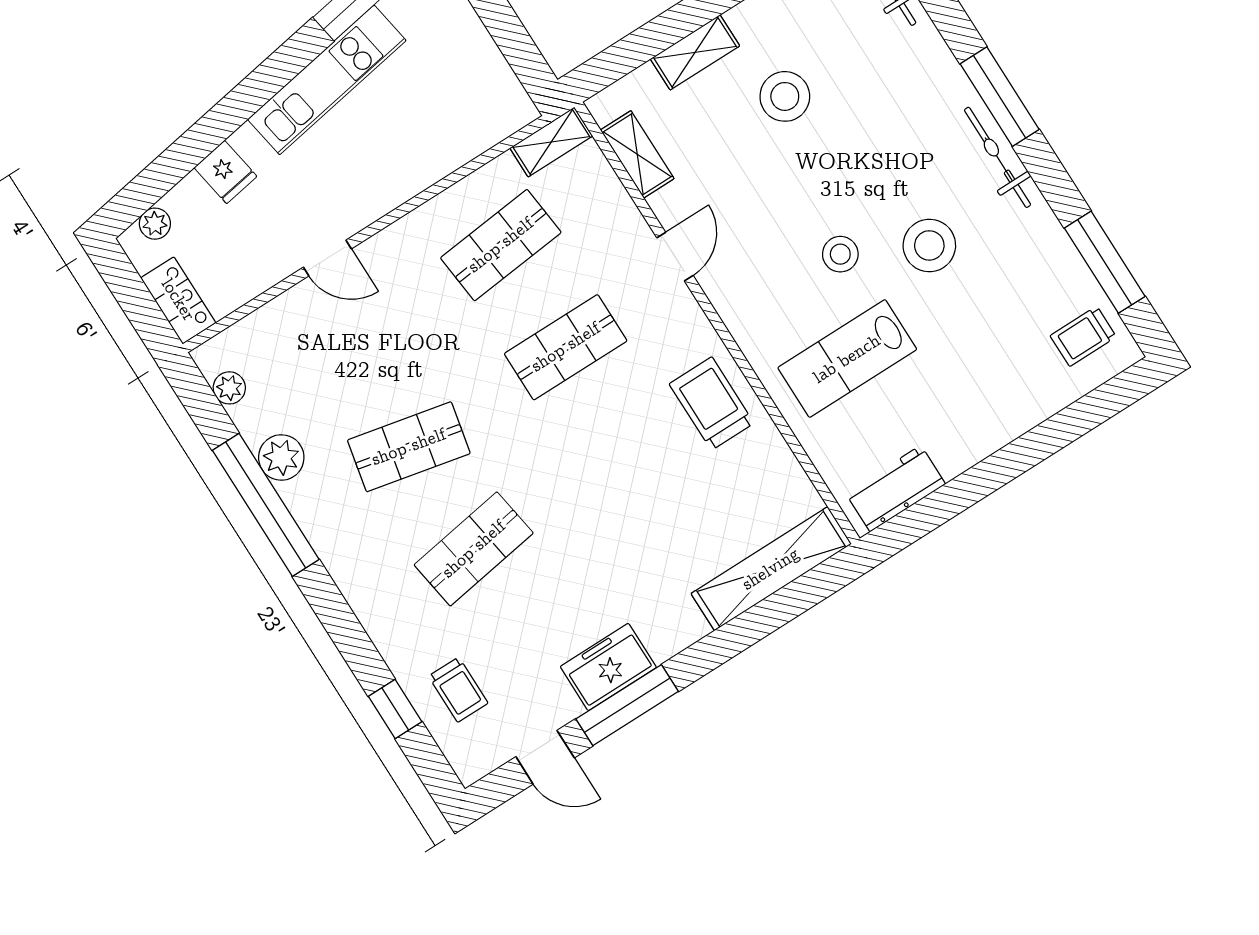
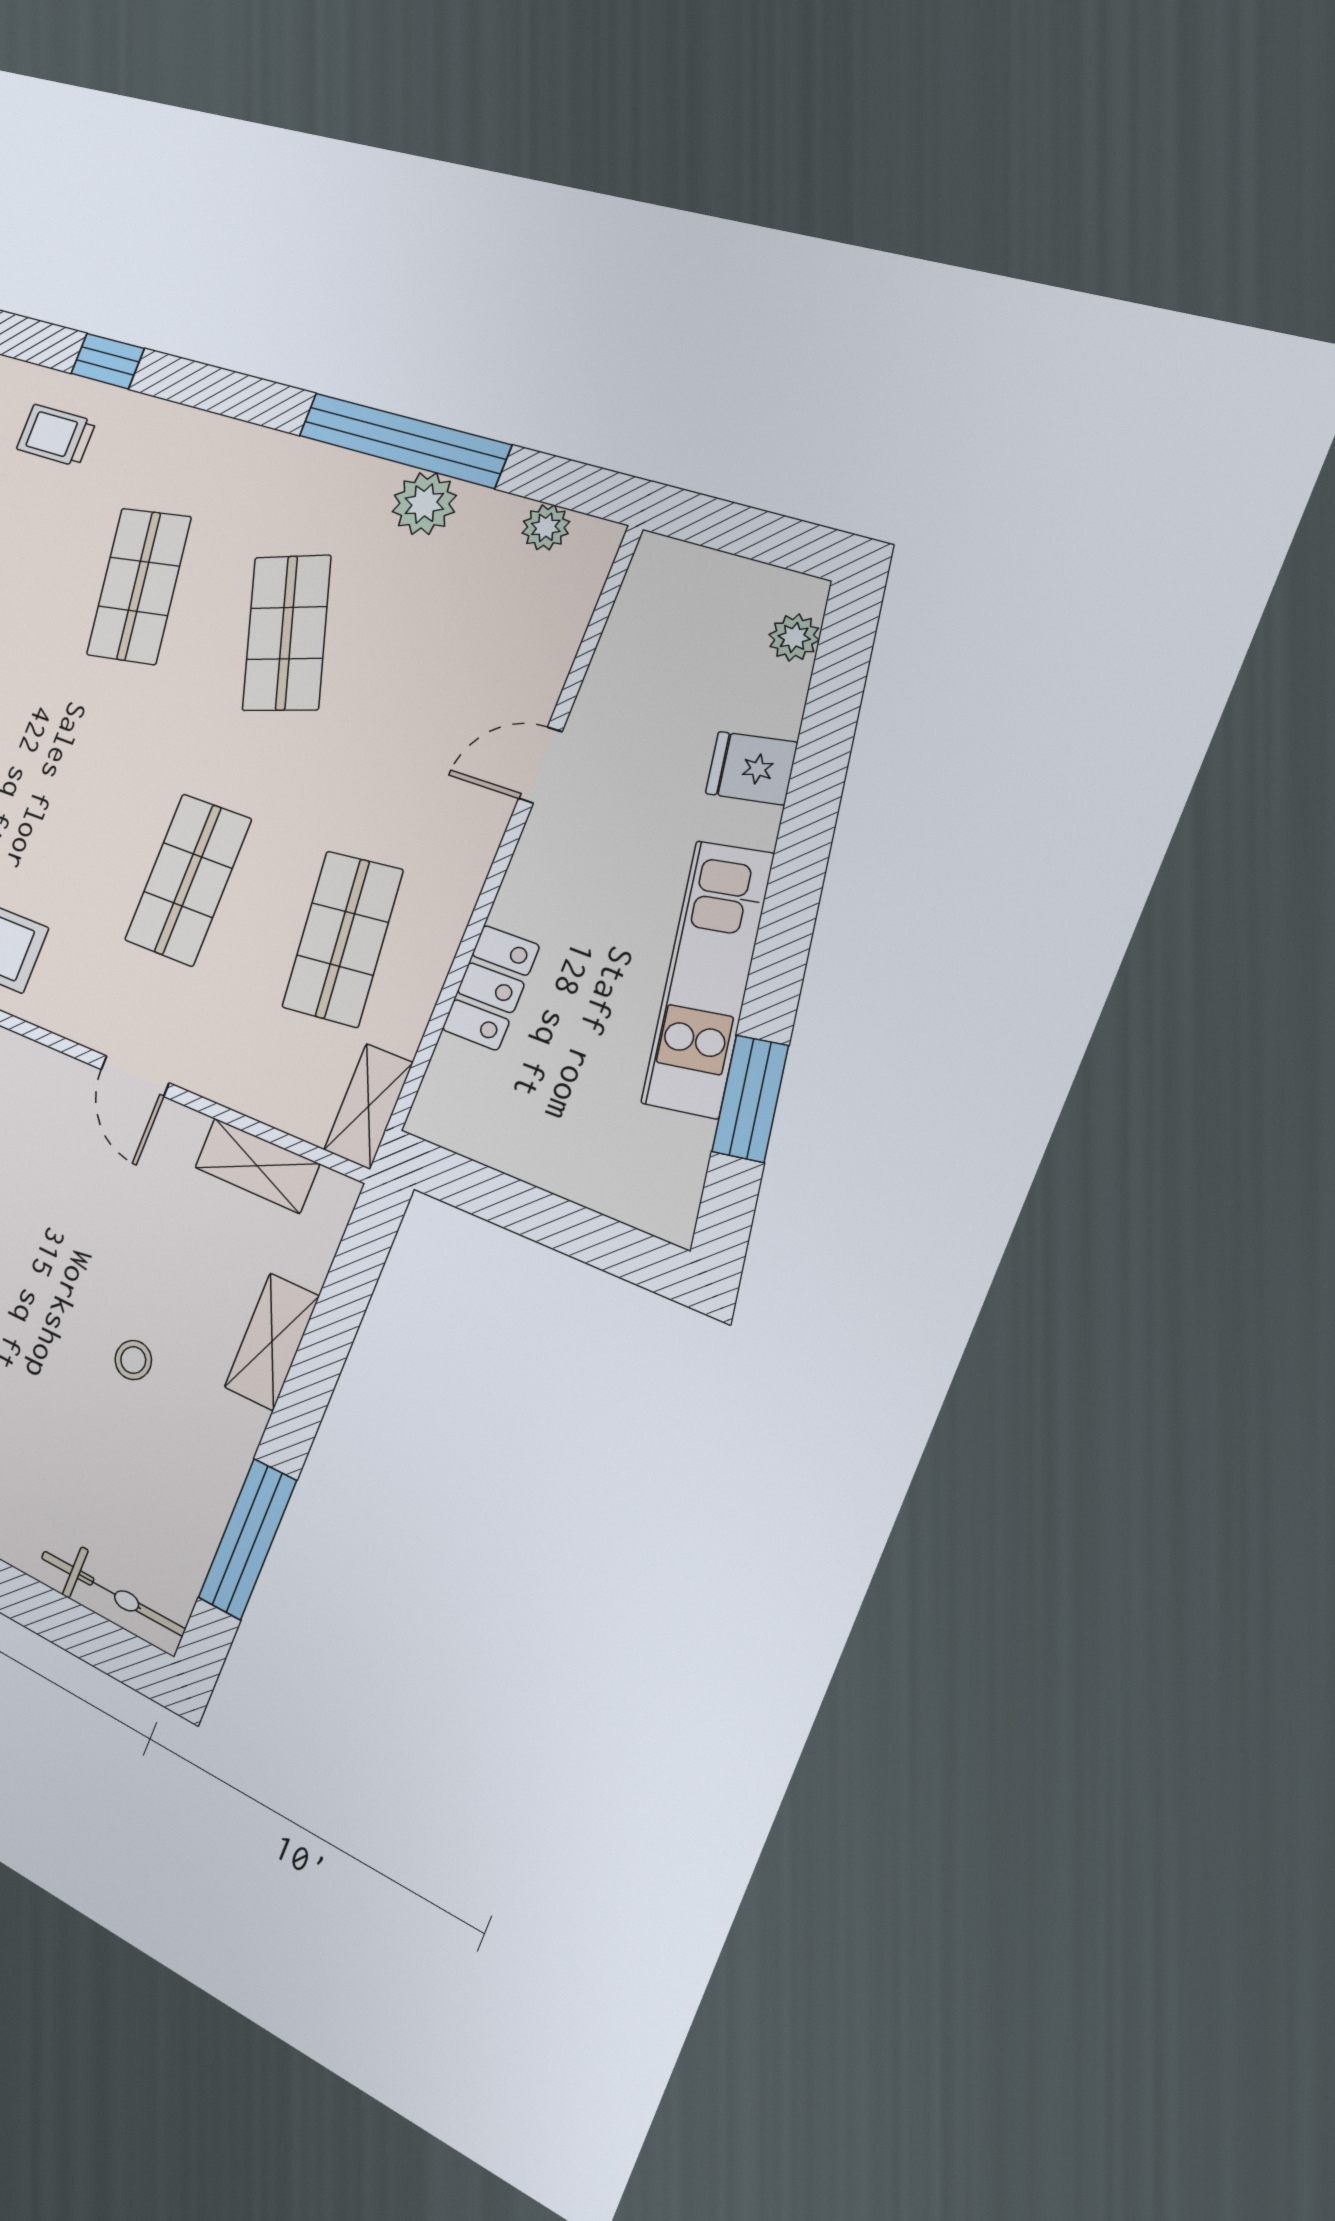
stool: (785, 96) -> (133, 1360), width x0.53, depth x0.53
locker: (178, 300) -> (491, 988), moved, turned -90
shop shelf: (409, 447) -> (287, 633), turned -30

